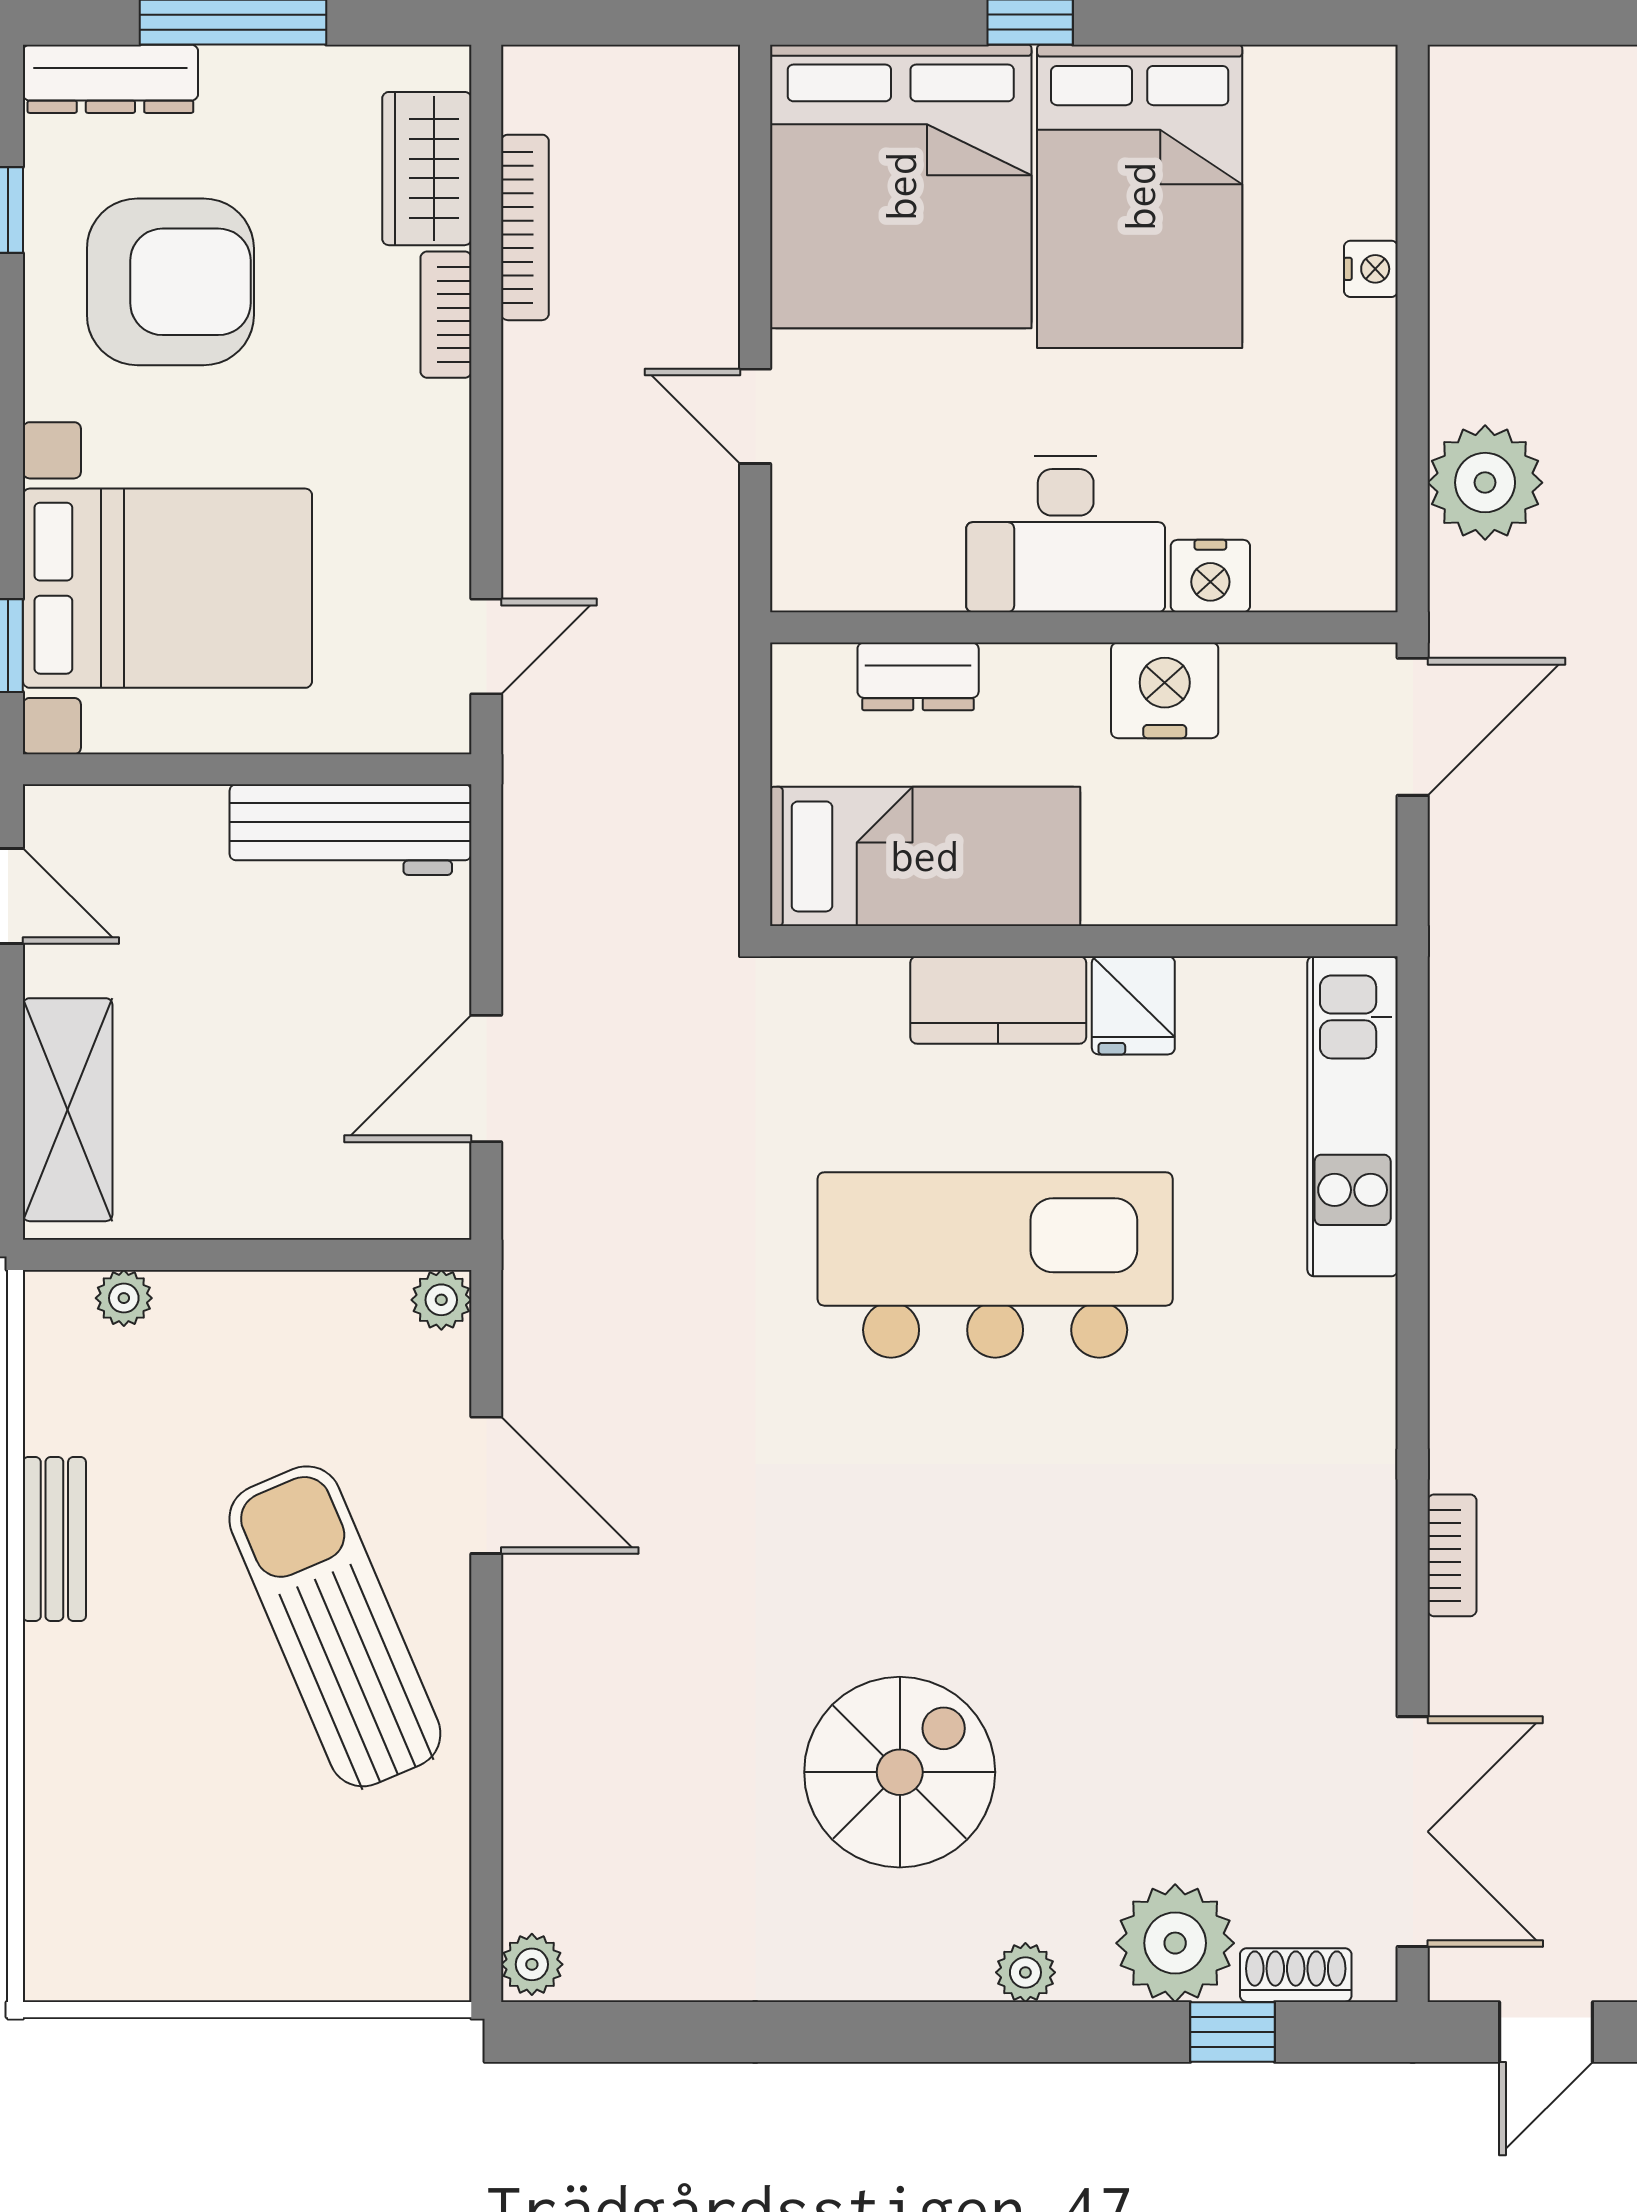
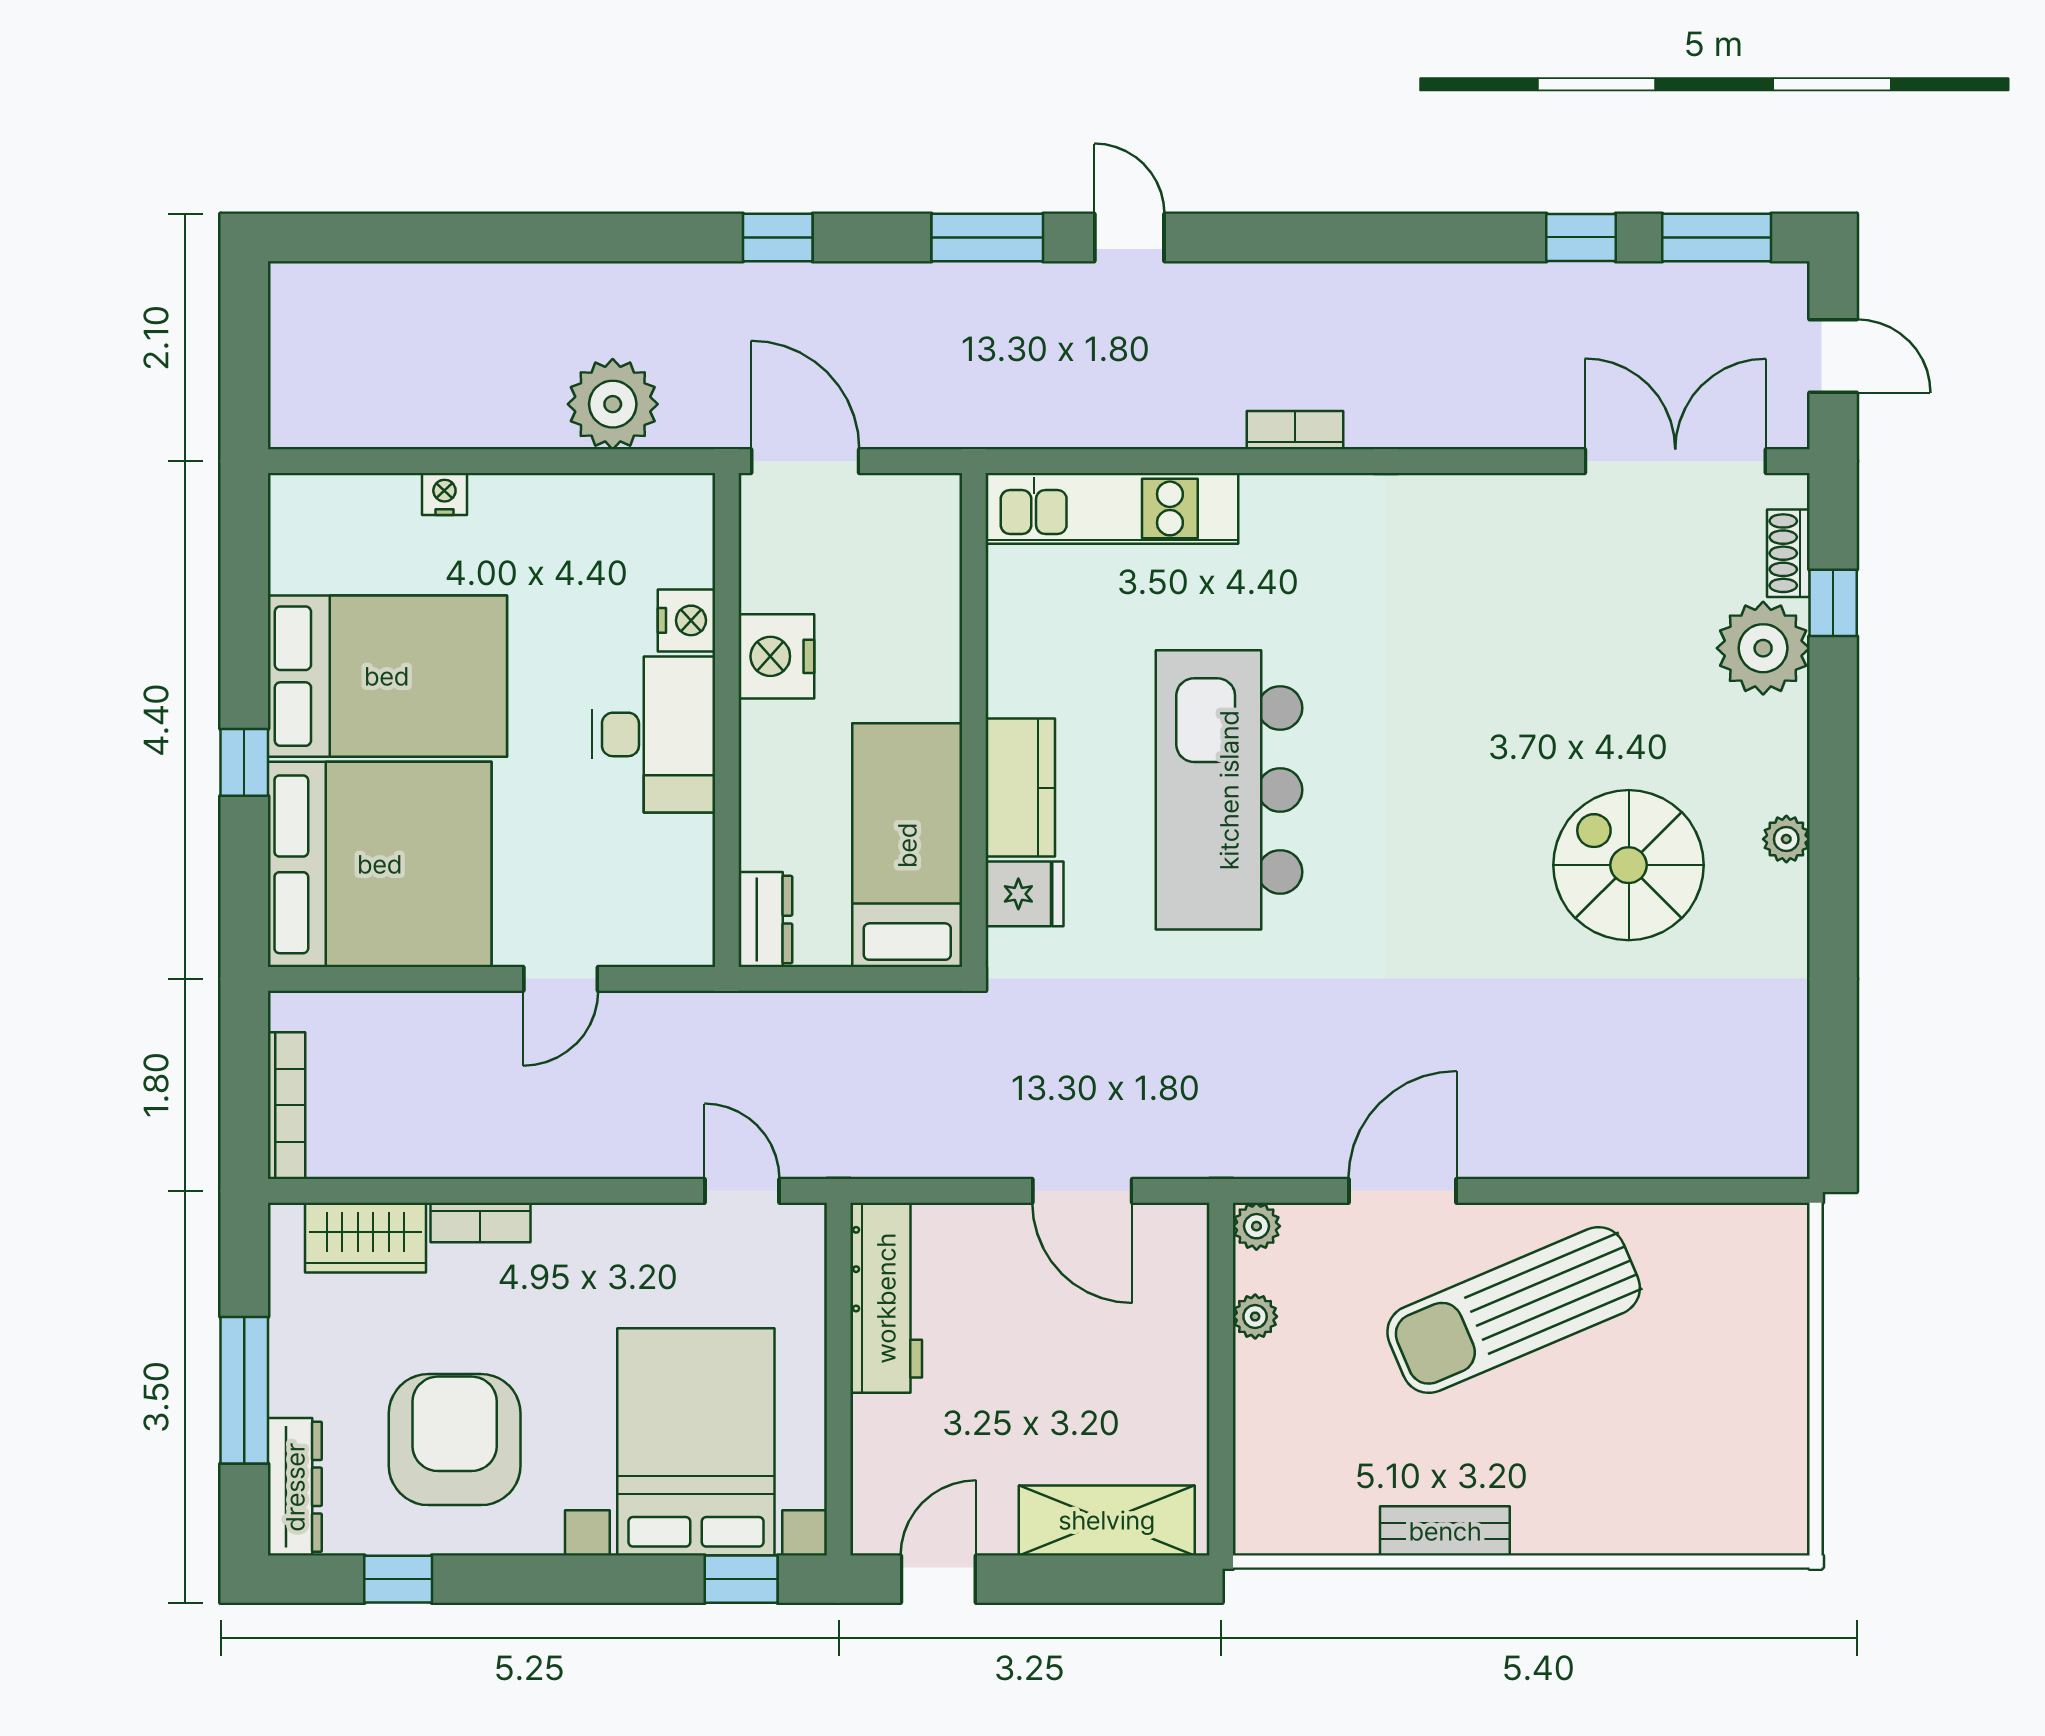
bookcase: (525, 227) -> (287, 1105), moved, turned 90
dresser: (918, 676) -> (765, 920), moved
fridge: (1133, 1005) -> (1025, 894), moved
plant: (124, 1298) -> (1255, 1317), moved
bookcase: (1452, 1555) -> (1295, 430), moved
plant: (532, 1964) -> (1780, 1155), removed
plant: (1025, 1972) -> (1786, 839), moved

